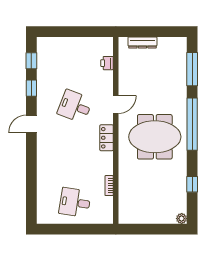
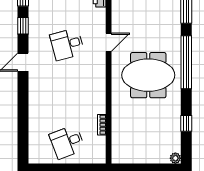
desk: (75, 106) -> (67, 44), turned -36
locker: (107, 138) -> (99, 76), removed
desk: (75, 202) -> (67, 142), turned -30

